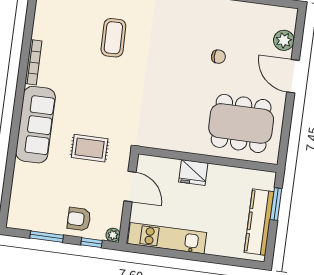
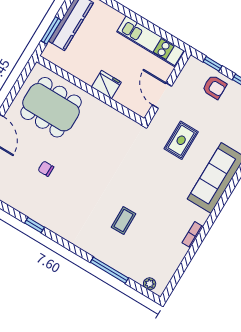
coffee table: (113, 38) -> (123, 220), width x0.73, depth x0.77
bookcase: (33, 62) -> (193, 235), width x0.64
rug: (90, 148) -> (181, 140), turned 90
plant: (113, 235) -> (193, 63), removed

